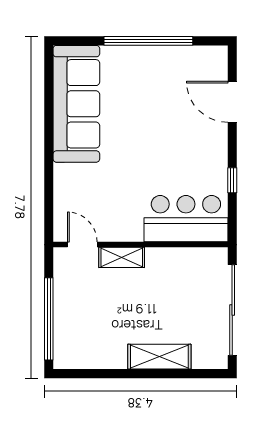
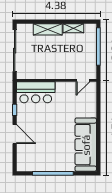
door: (232, 102) -> (15, 134), moved
door: (82, 245) -> (83, 80), hinge flipped
shelving: (122, 257) -> (73, 28), moved

